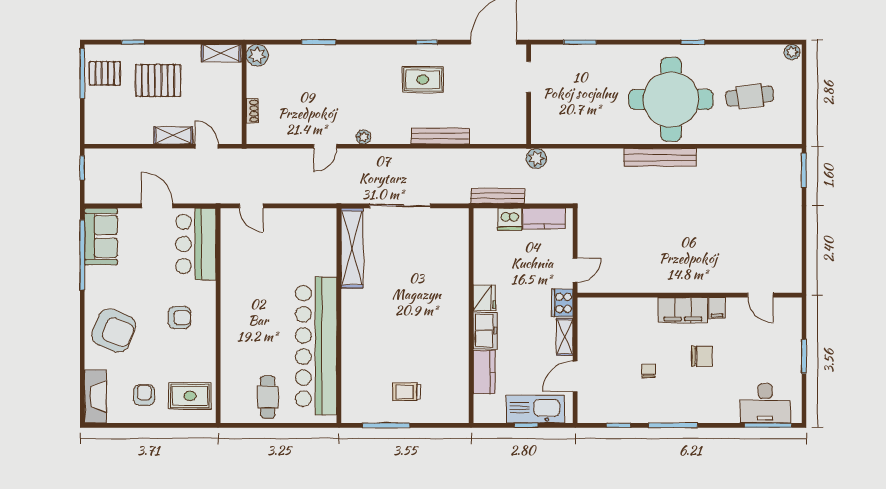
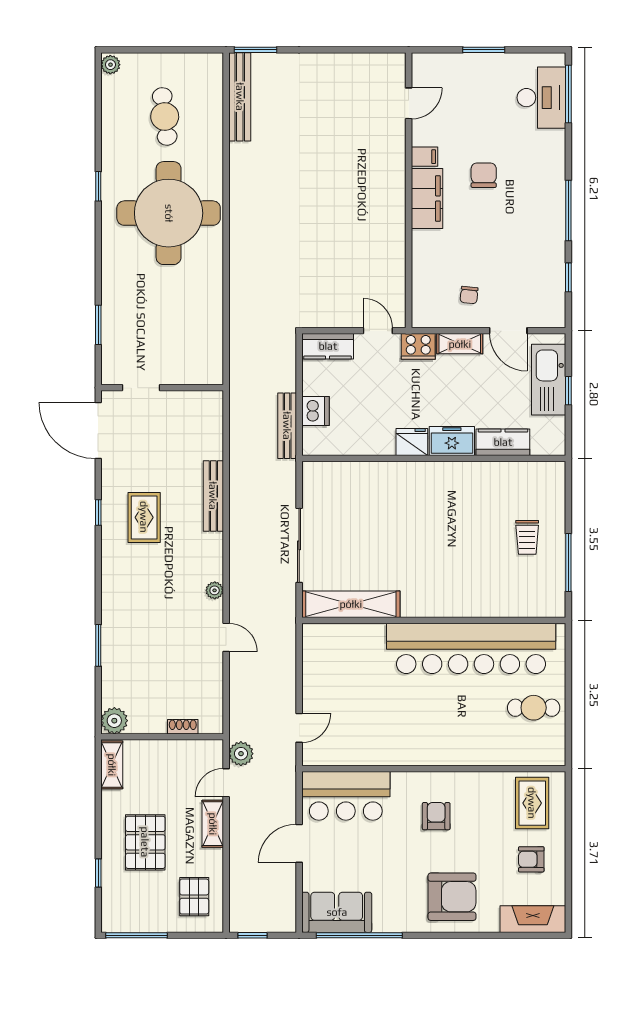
pallet: (105, 73) -> (194, 897), moved
bench: (660, 157) -> (240, 97), moved
plant: (536, 158) -> (241, 754), moved
kitchen counter: (544, 219) -> (328, 346), moved, turned 90
armchair: (114, 330) -> (452, 897), turned 68
chair: (649, 371) -> (469, 295), moved, turned -84

